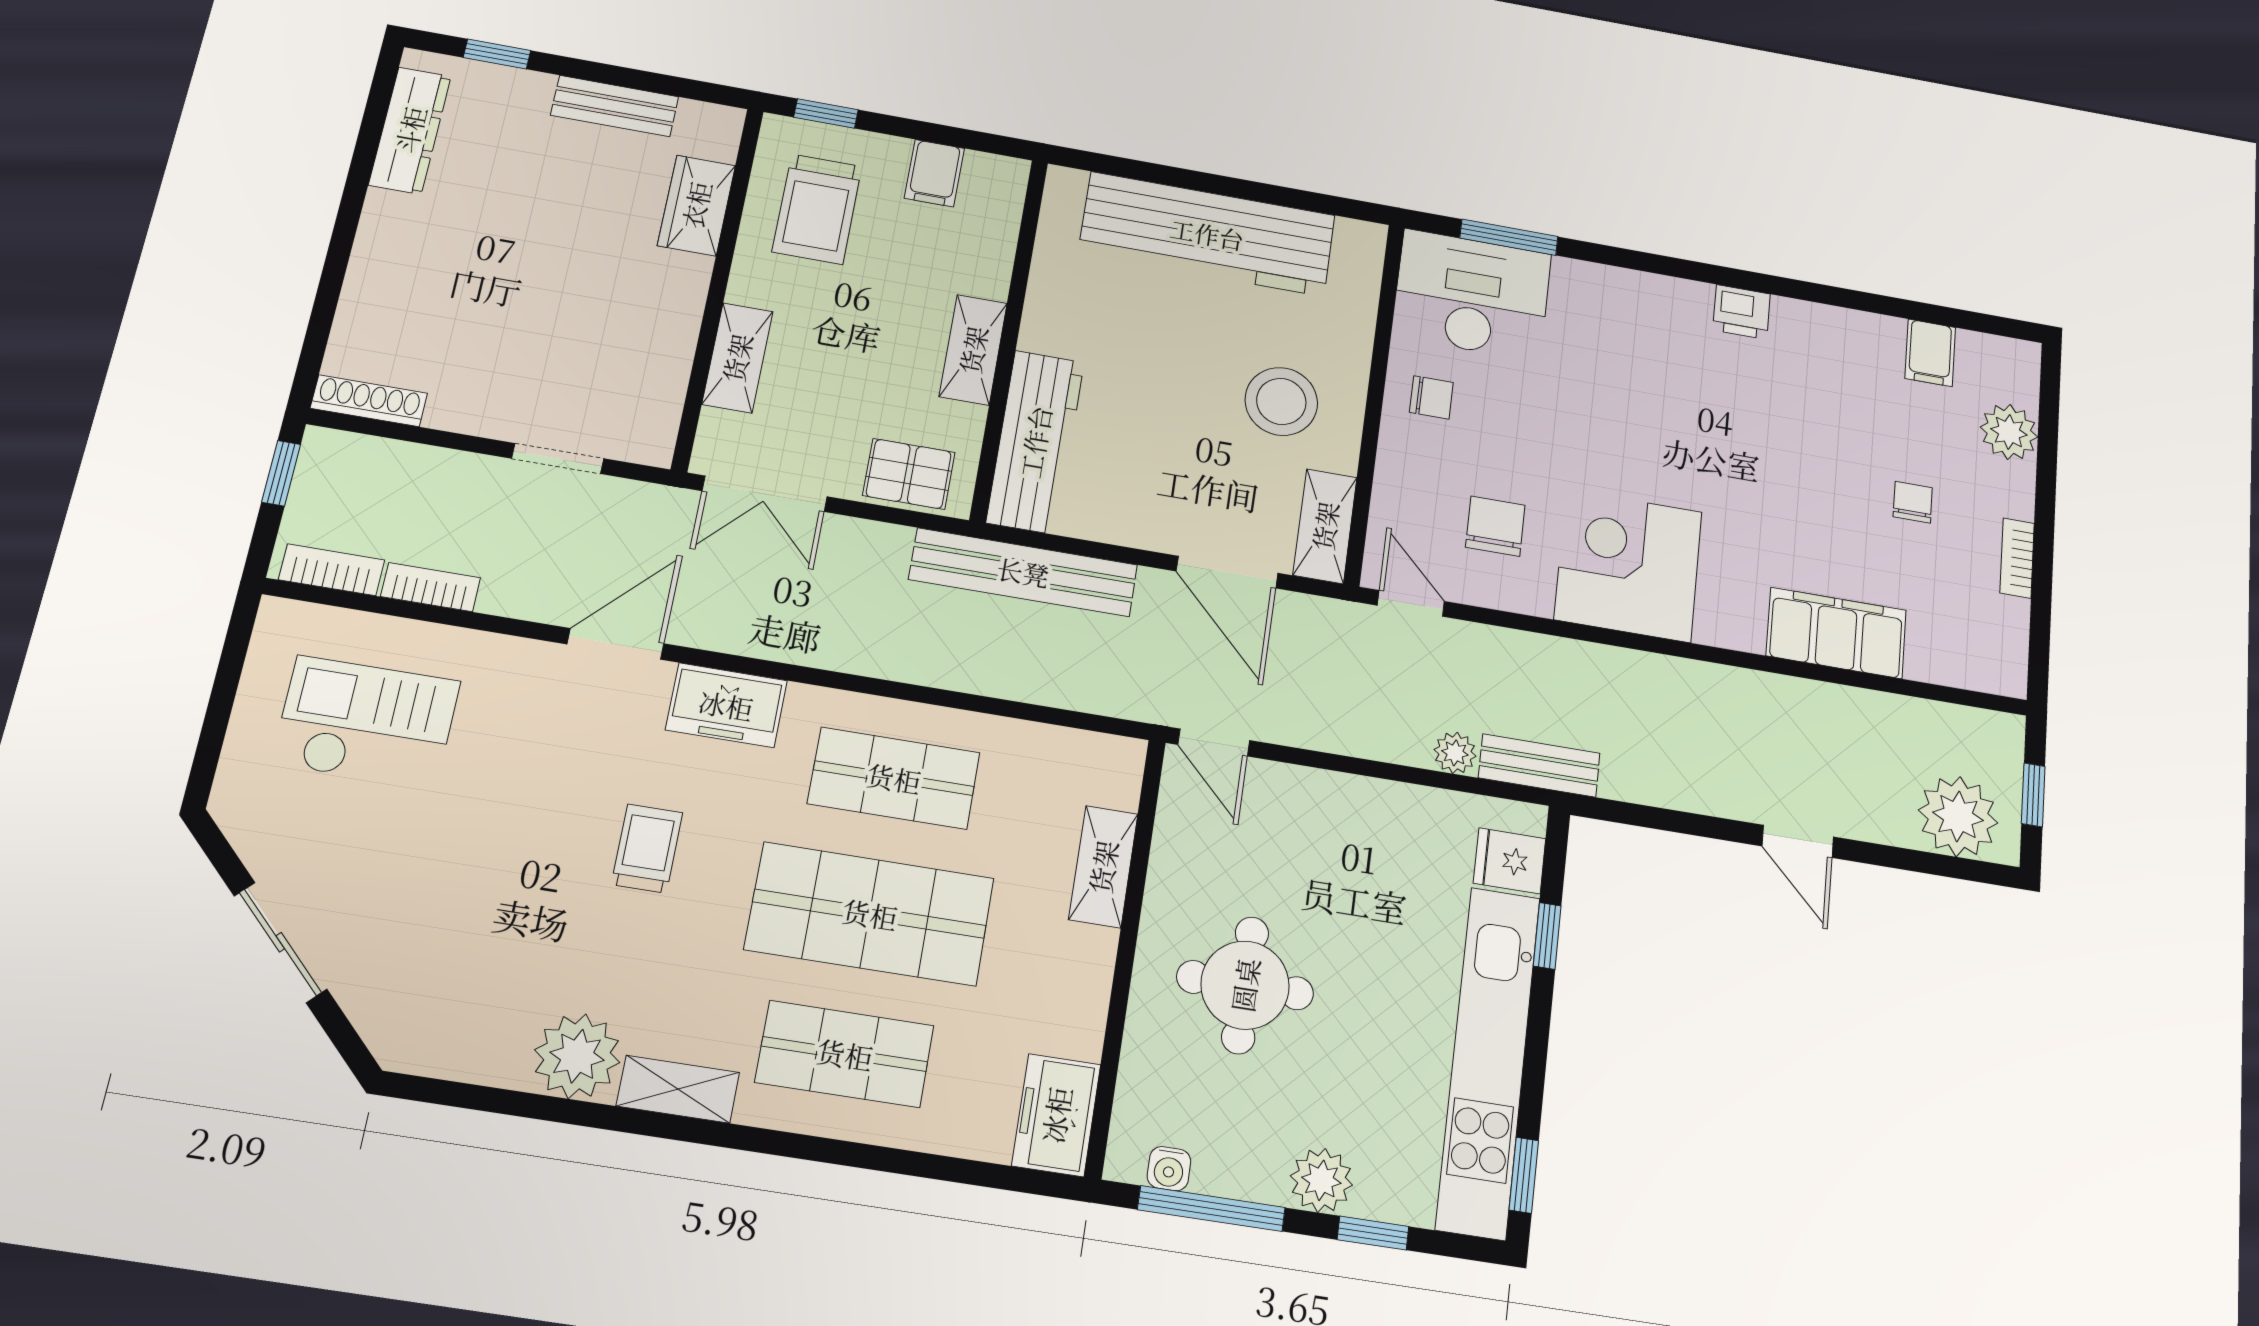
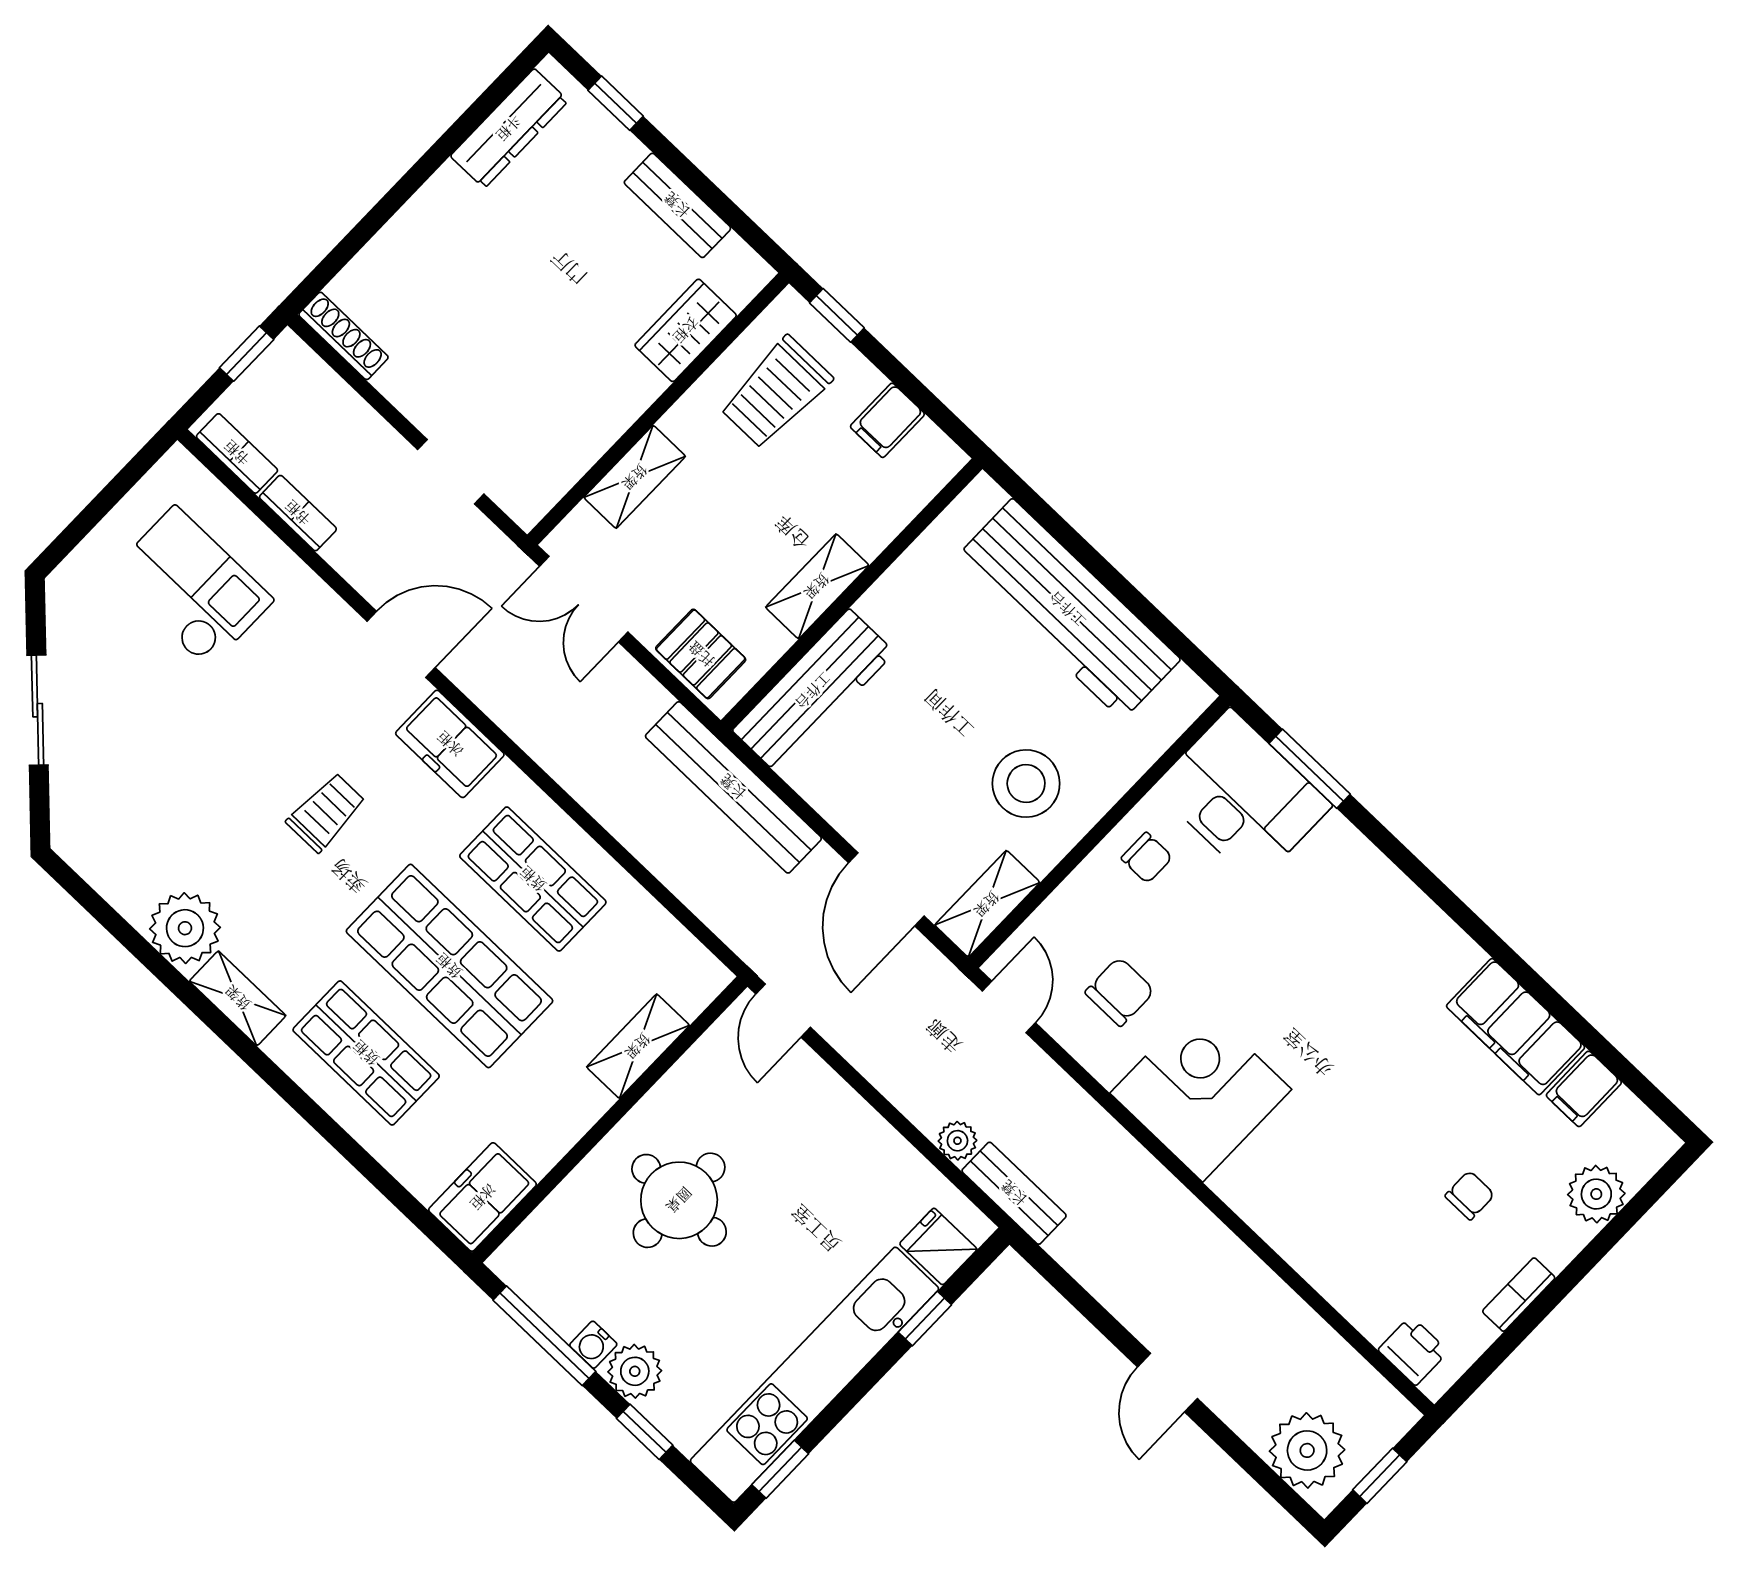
printer: (1741, 312) -> (1413, 1351), moved, turned 180
filing cabinet: (1836, 633) -> (1516, 1027), moved, turned 180
water cooler: (1169, 1169) -> (593, 1345), moved

